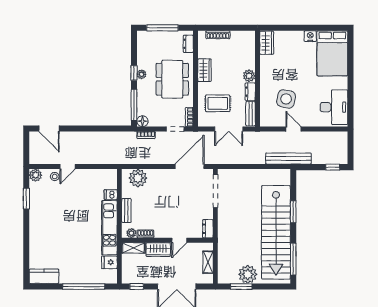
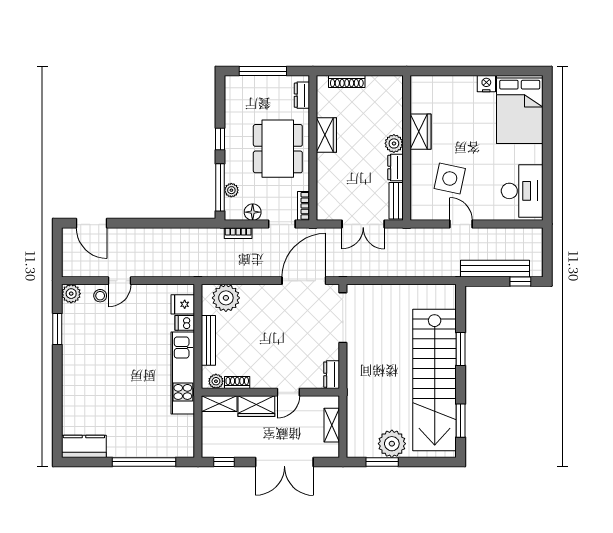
wardrobe: (267, 43) -> (420, 132), moved
plant: (142, 74) -> (231, 190), moved
rug: (218, 103) -> (347, 185), removed
floor lamp: (142, 121) -> (253, 212), moved
bench: (288, 159) -> (495, 269), moved
bench: (126, 210) -> (208, 340), width x1.36
window: (293, 259) -> (461, 421), width x0.69
fridge: (109, 262) -> (183, 304), moved

